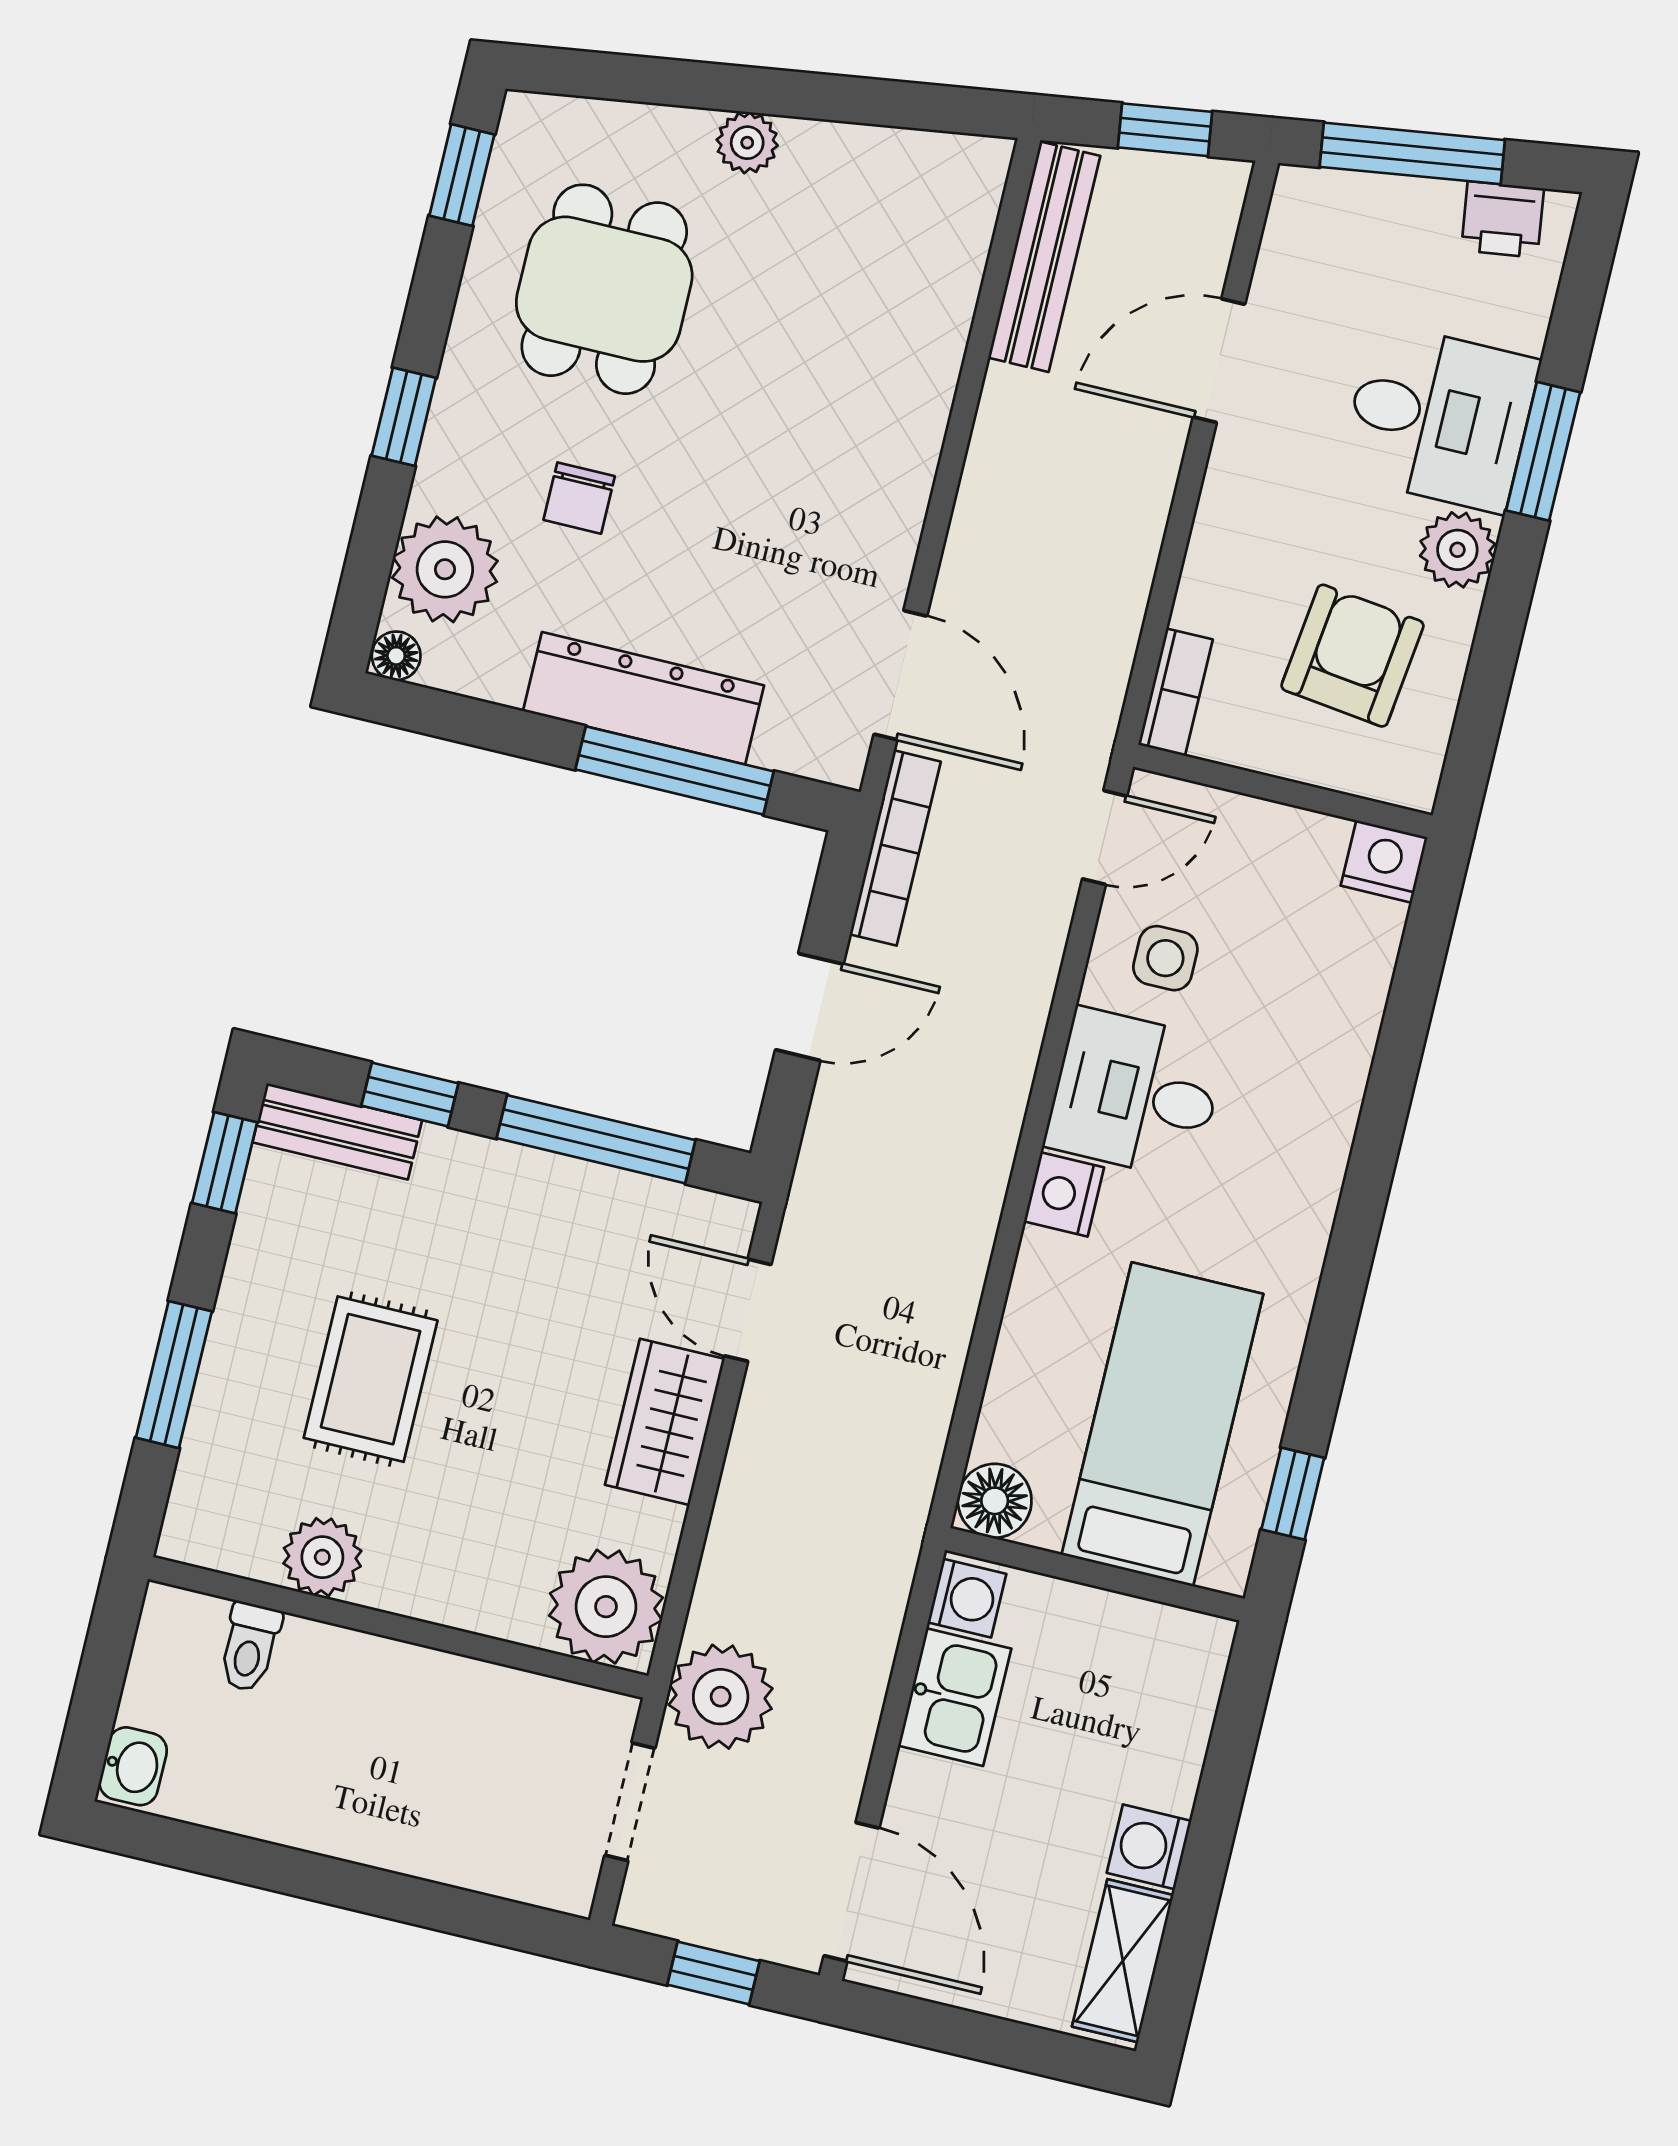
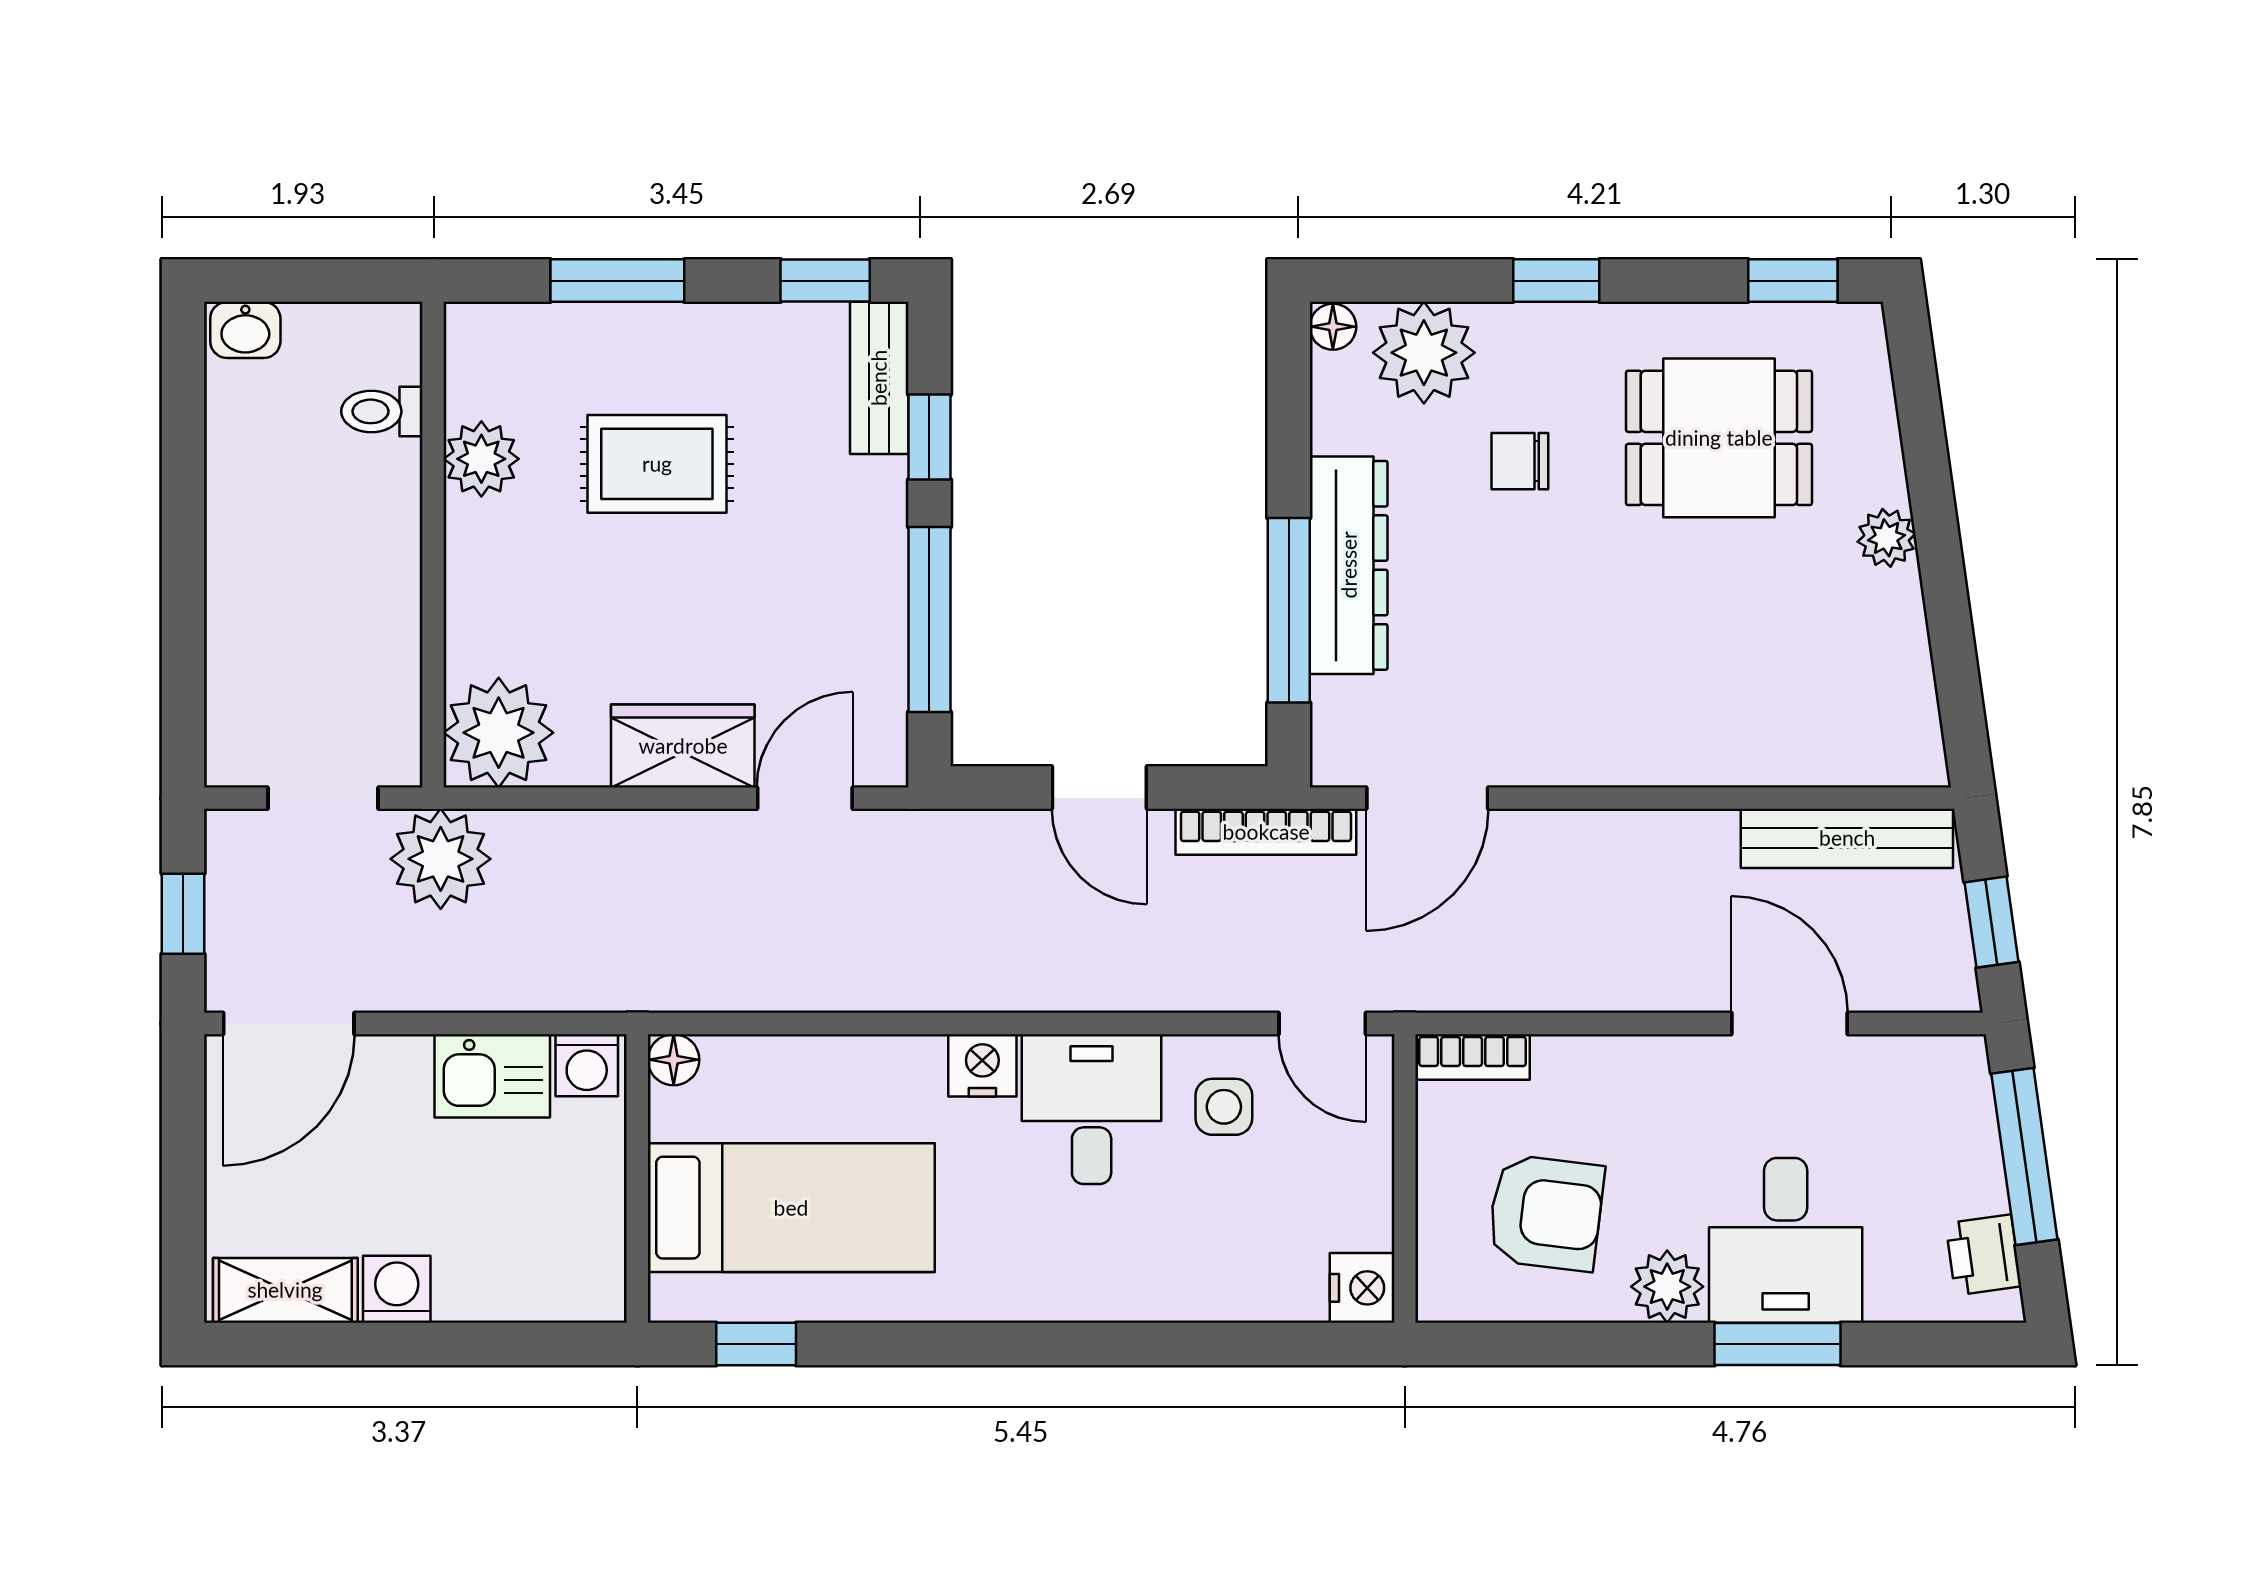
floor lamp: (995, 1501) -> (674, 1060), width x0.73, depth x0.73

